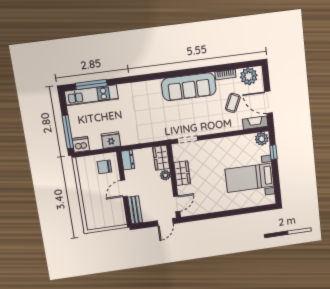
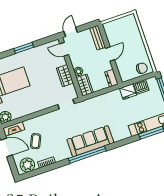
window: (175, 74) -> (87, 155), added
sofa: (189, 87) -> (90, 141), moved
dishwasher: (81, 144) -> (141, 87), moved
chair: (104, 167) -> (142, 68), moved
door: (177, 204) -> (64, 49), hinge flipped
window: (223, 214) -> (24, 48), added

